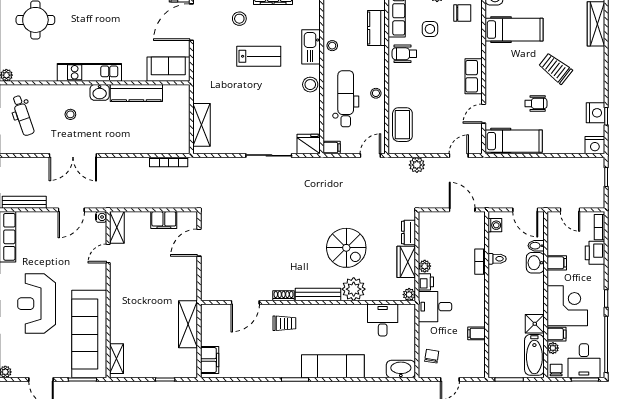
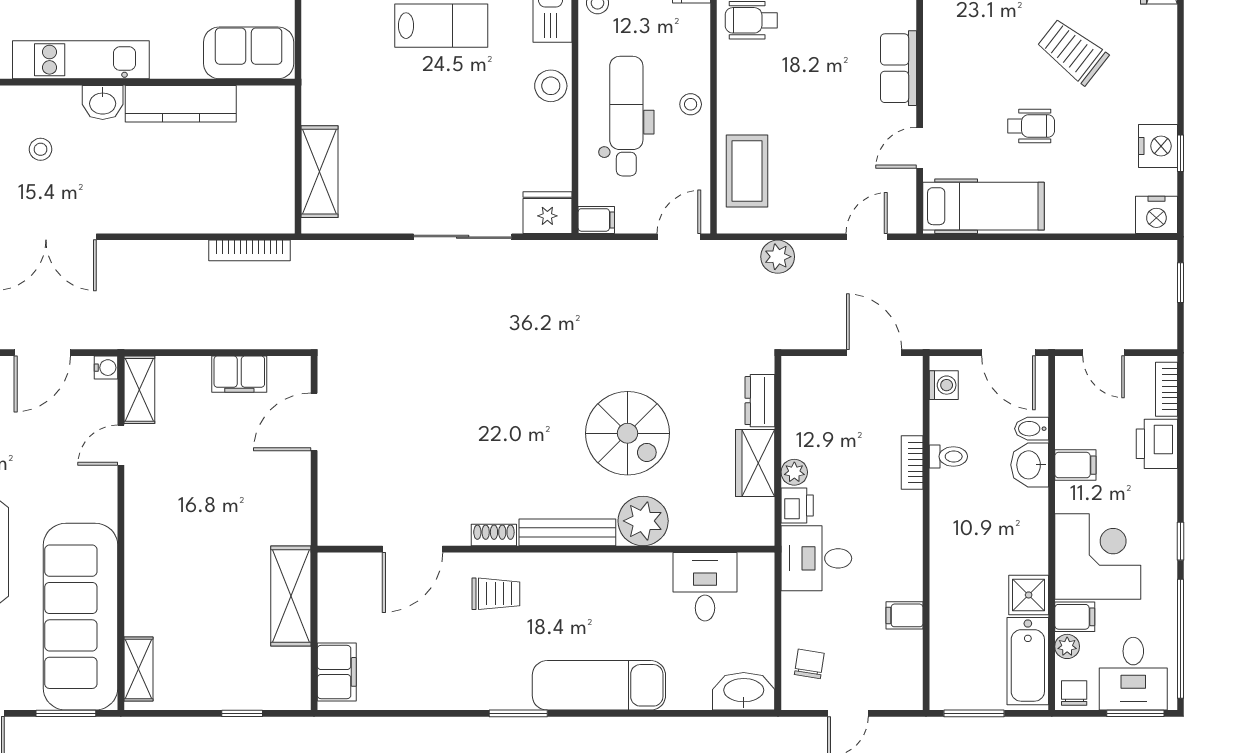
plant: (409, 295) -> (761, 533), removed

